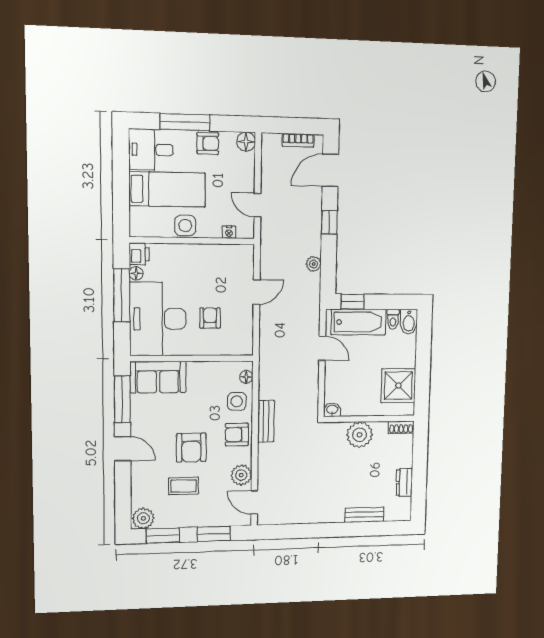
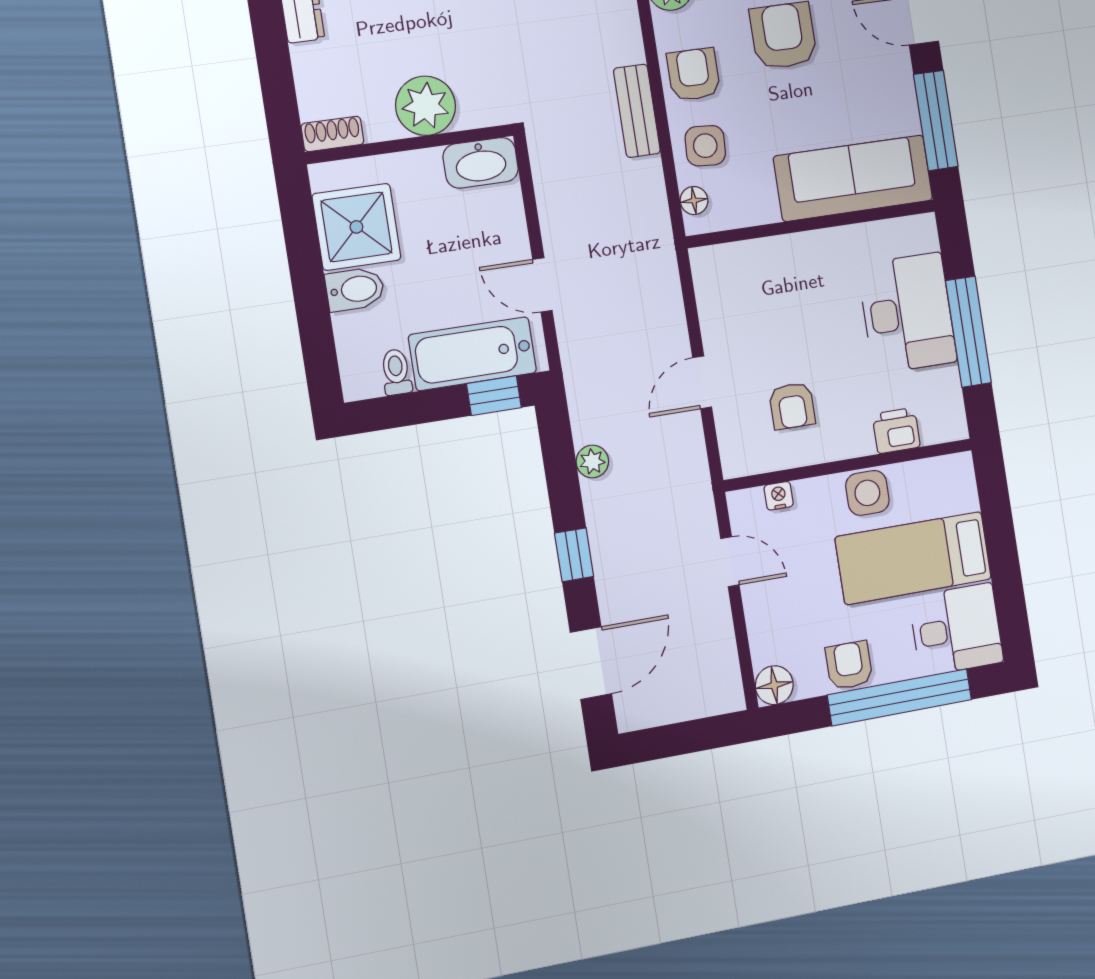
window: (185, 122) -> (900, 697), width x1.46
bookcase: (298, 140) -> (669, 711), removed
armchair: (208, 143) -> (849, 665), turned 90
printer: (139, 254) -> (896, 431), moved, turned 90
floor lamp: (136, 273) -> (947, 380), removed
armchair: (210, 318) -> (792, 406), moved
desk: (158, 319) -> (907, 313), width x0.73, depth x0.77
bidet: (409, 322) -> (355, 289), moved, turned 90
sofa: (158, 377) -> (853, 178), width x1.36
washbasin: (332, 410) -> (481, 163), width x1.91, depth x1.45
armchair: (237, 435) -> (694, 74), turned -90

